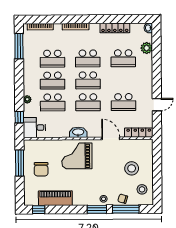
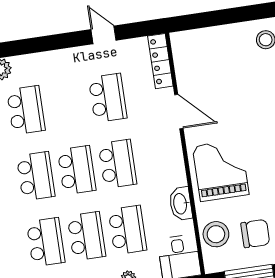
washbasin: (78, 132) -> (181, 204), moved
door: (111, 138) -> (179, 112), swing flipped
grand piano: (77, 156) -> (221, 170), turned 180
stool: (132, 168) -> (216, 234), moved

